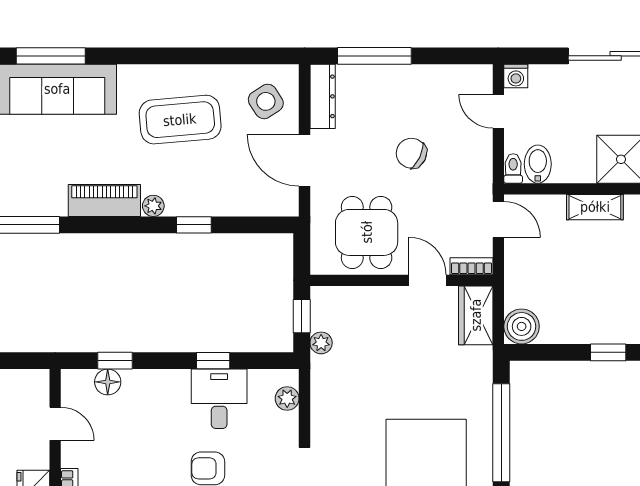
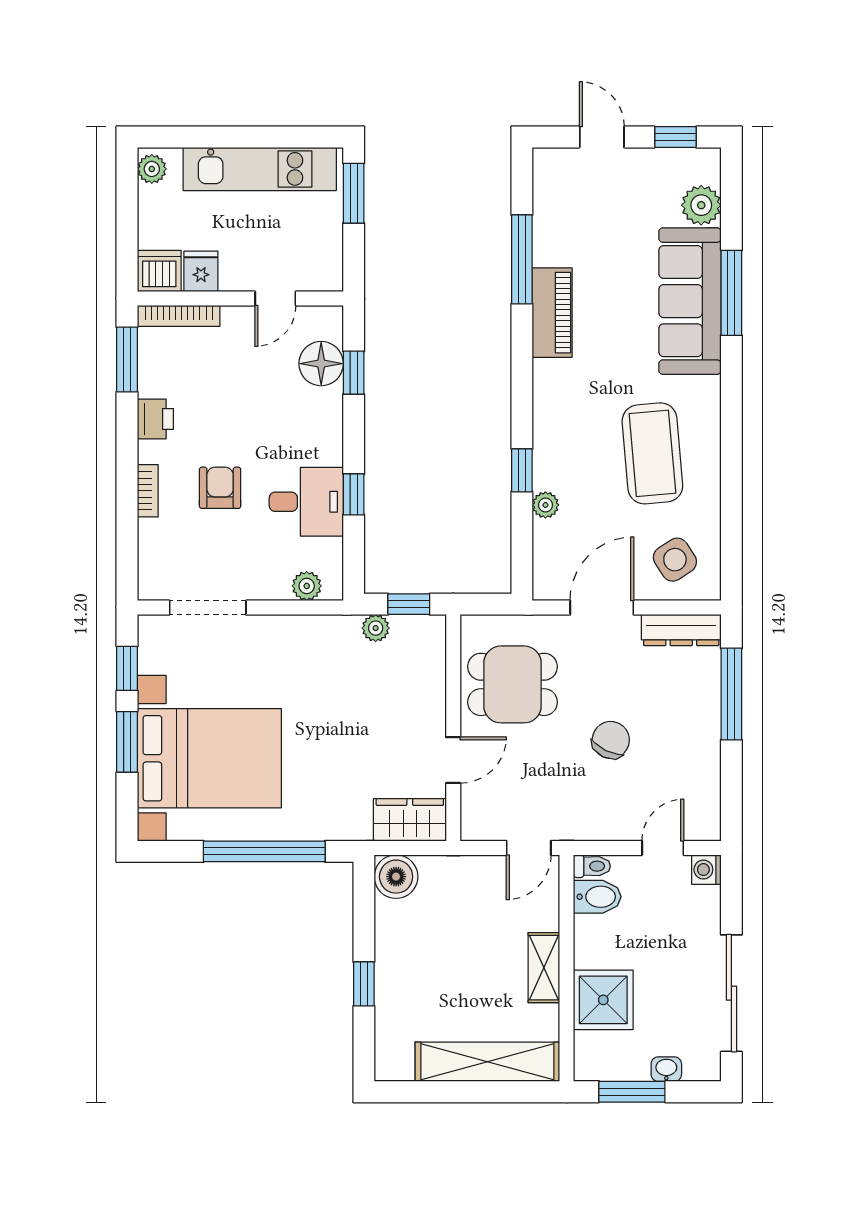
piano: (104, 200) -> (552, 313), moved
plant: (153, 206) -> (545, 505), moved
bookcase: (472, 266) -> (471, 815), removed
floor lamp: (108, 382) -> (321, 364), width x1.38, depth x1.38

